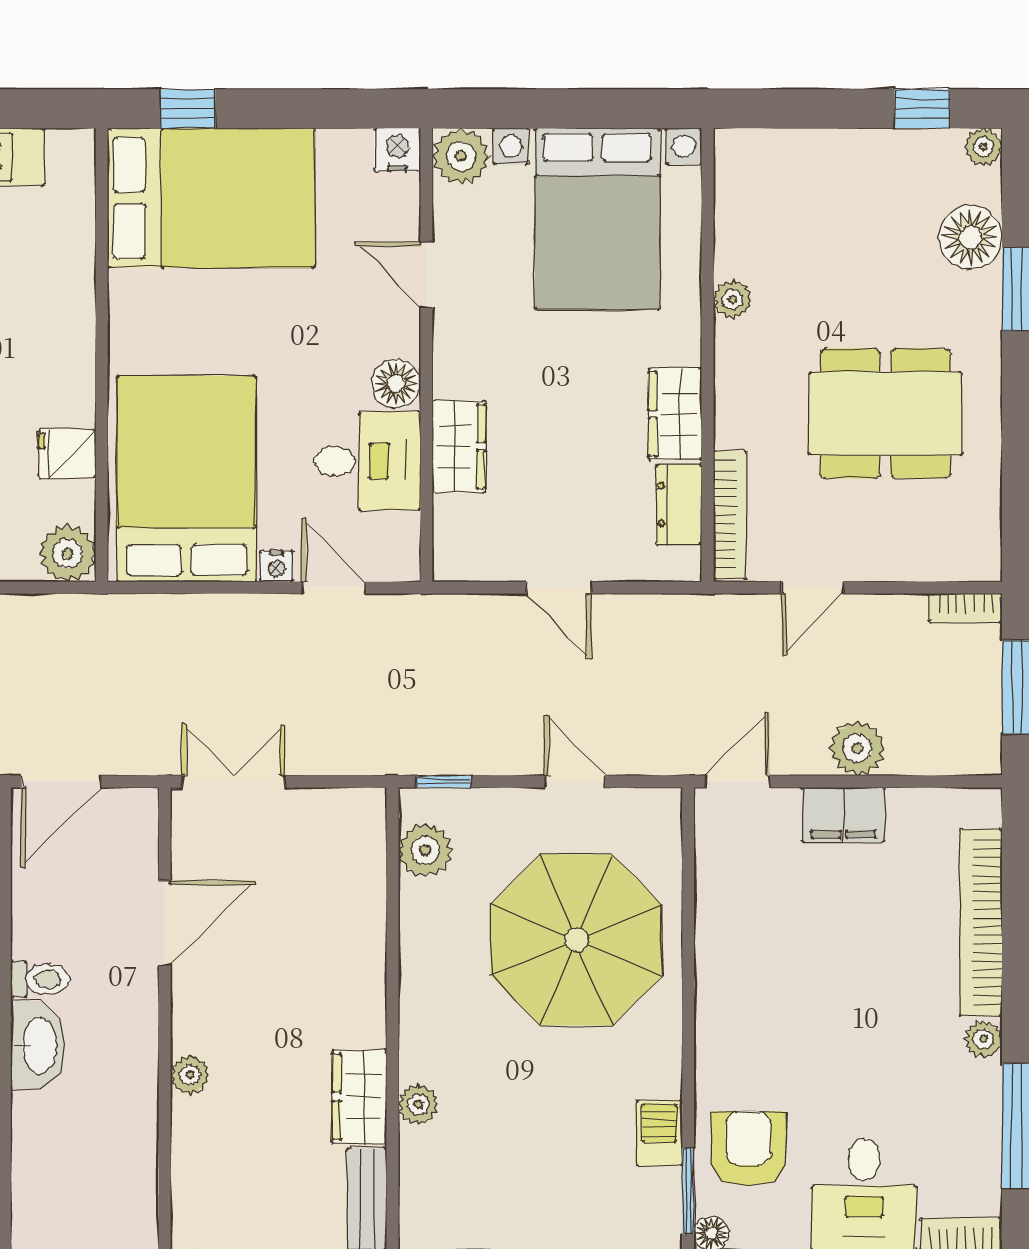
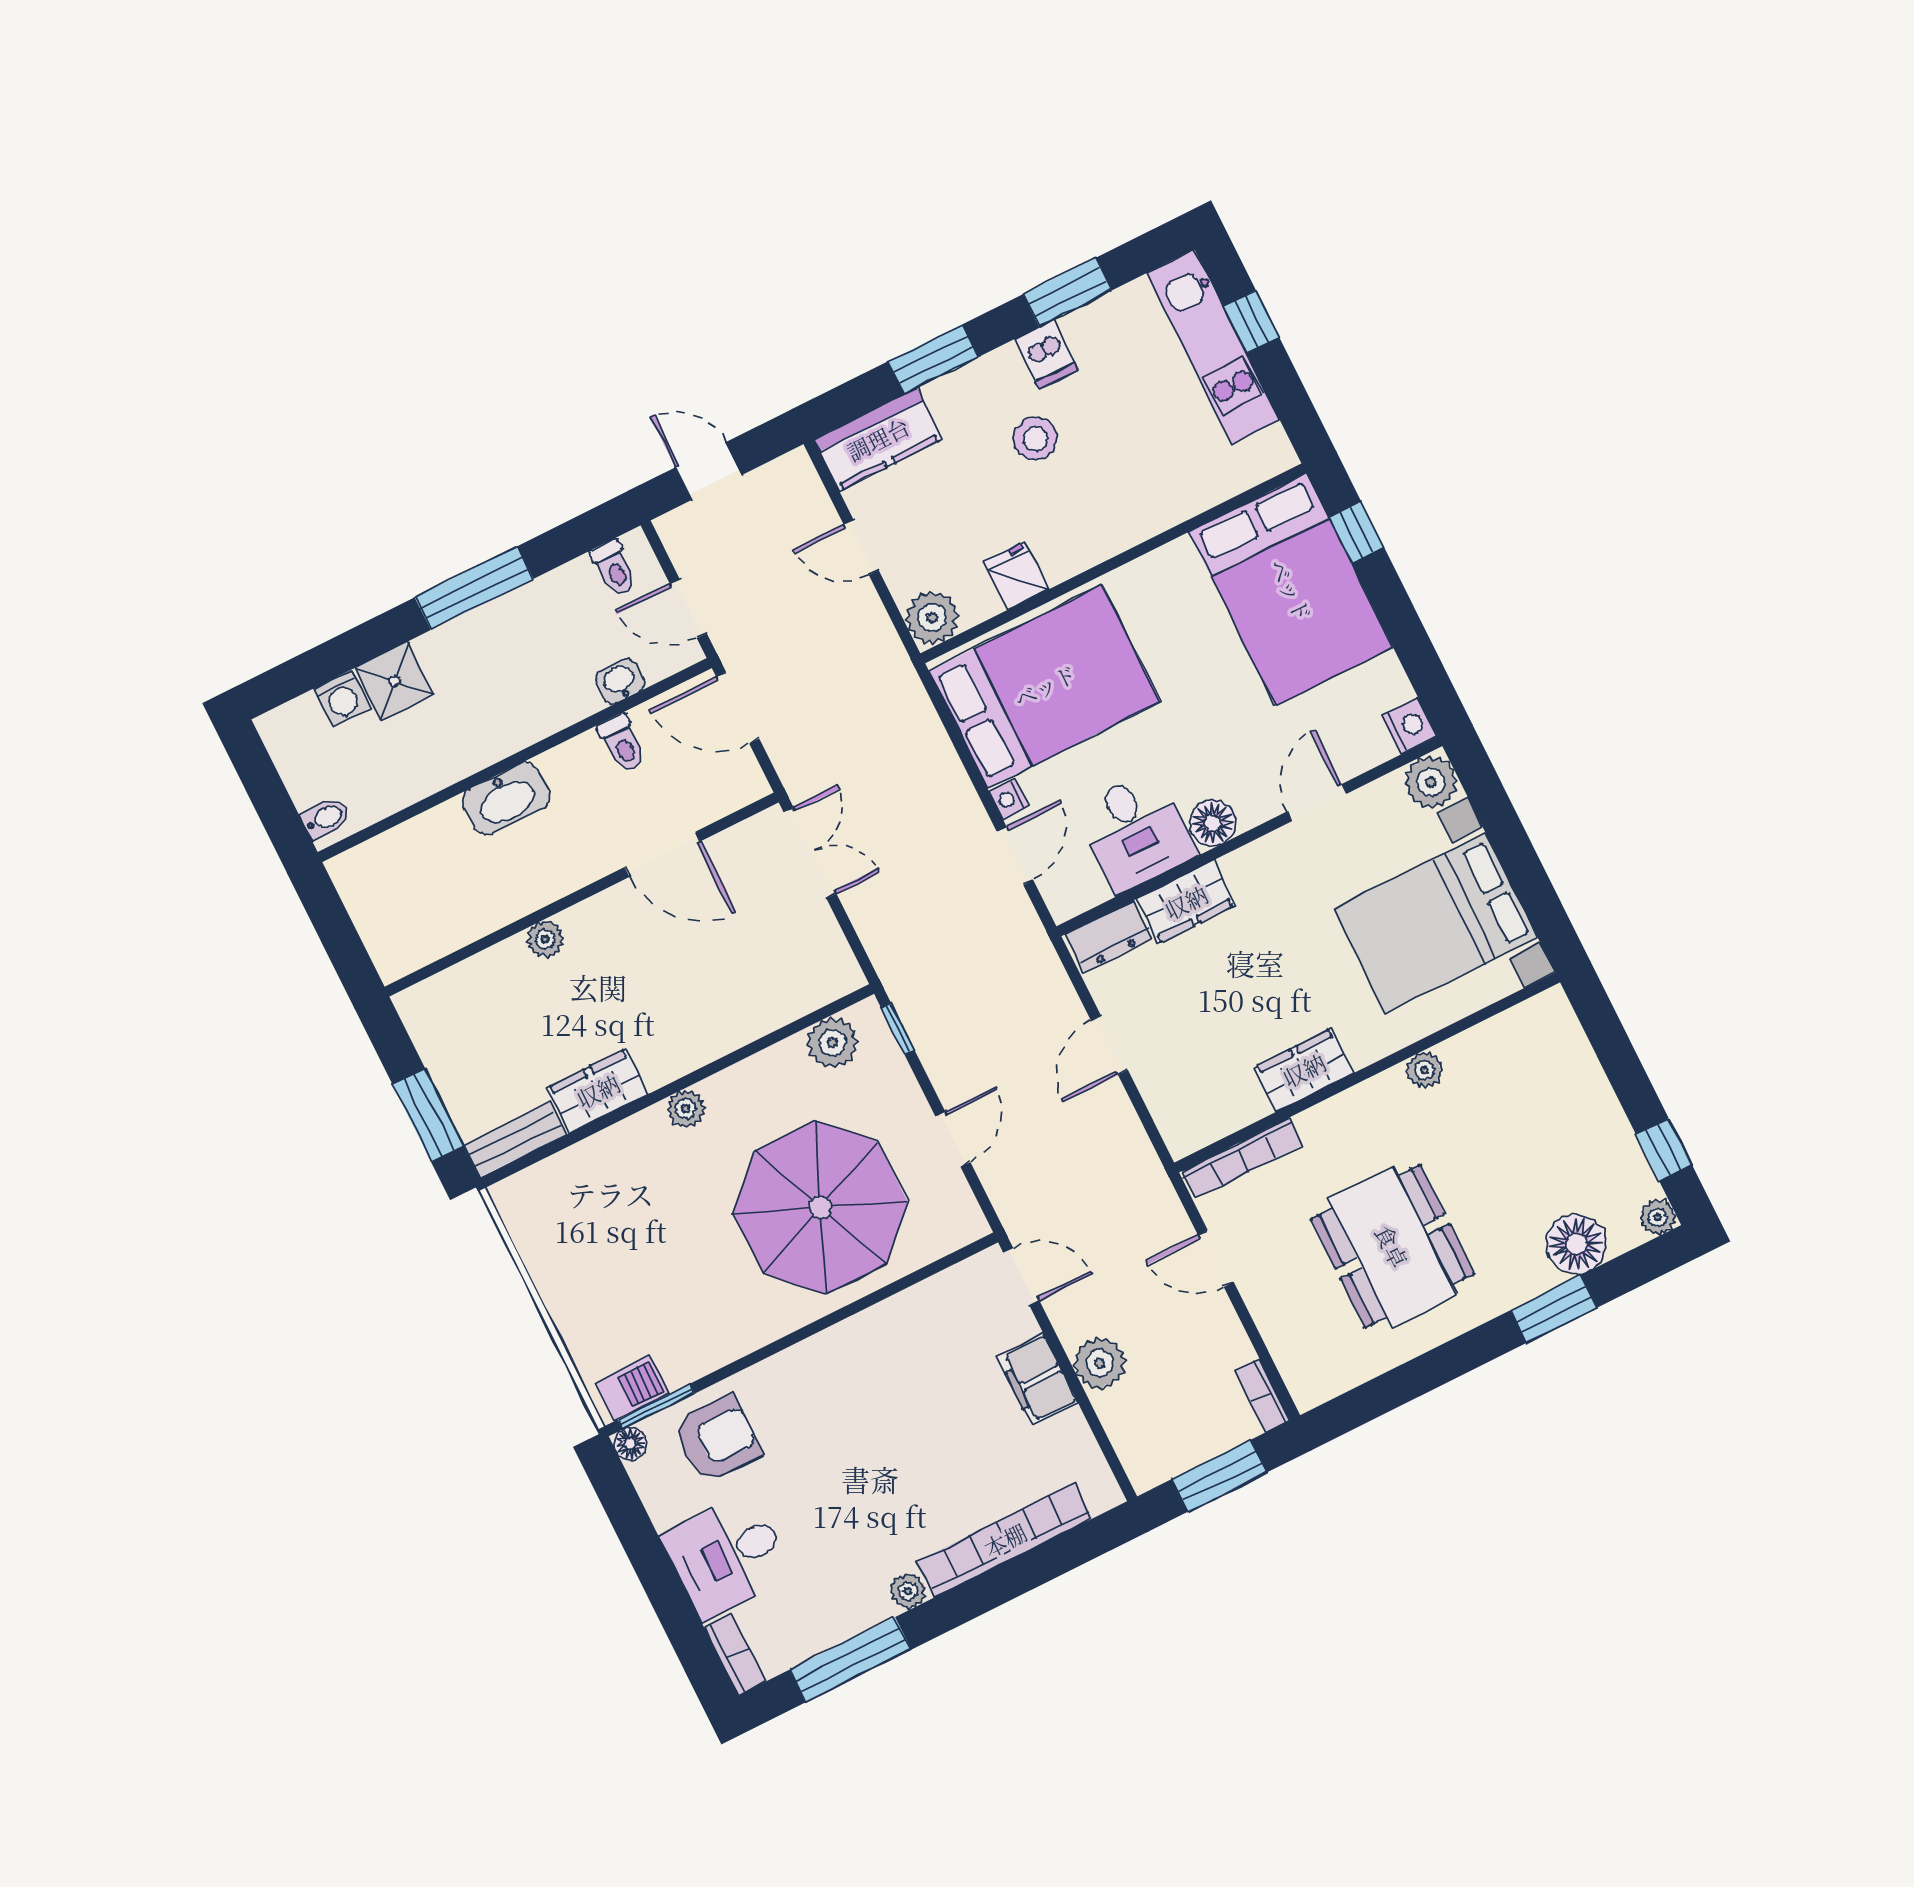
dresser: (679, 504) -> (1109, 936), moved, turned 180
toilet: (40, 979) -> (622, 743), moved
plant: (418, 1104) -> (686, 1109), moved
barbecue: (659, 1133) -> (633, 1388), moved

